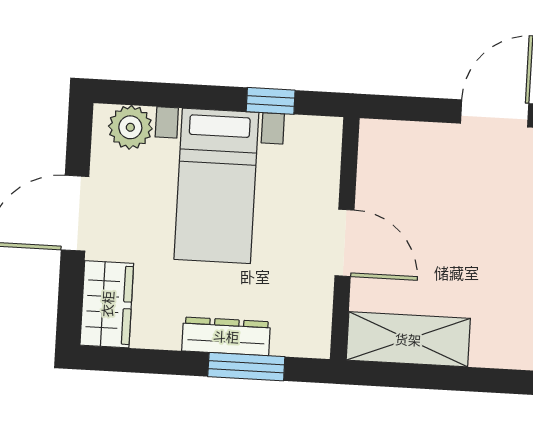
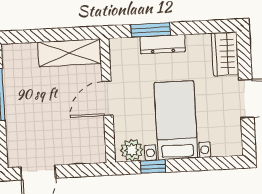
plant: (130, 127) -> (132, 150), moved
door: (345, 243) -> (107, 98), hinge flipped

